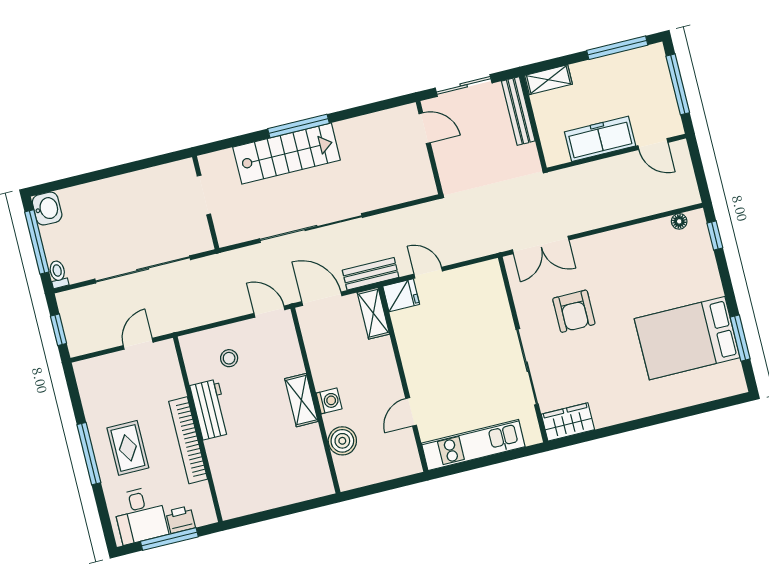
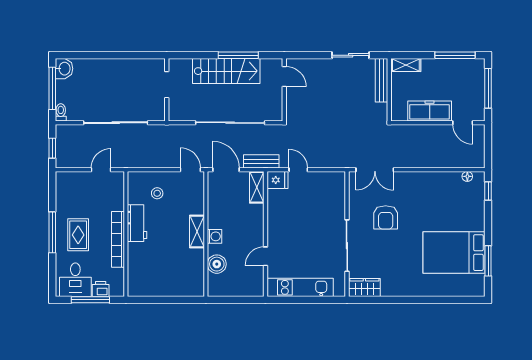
door: (425, 128) -> (284, 77), moved
wall: (429, 148) -> (284, 90), moved

